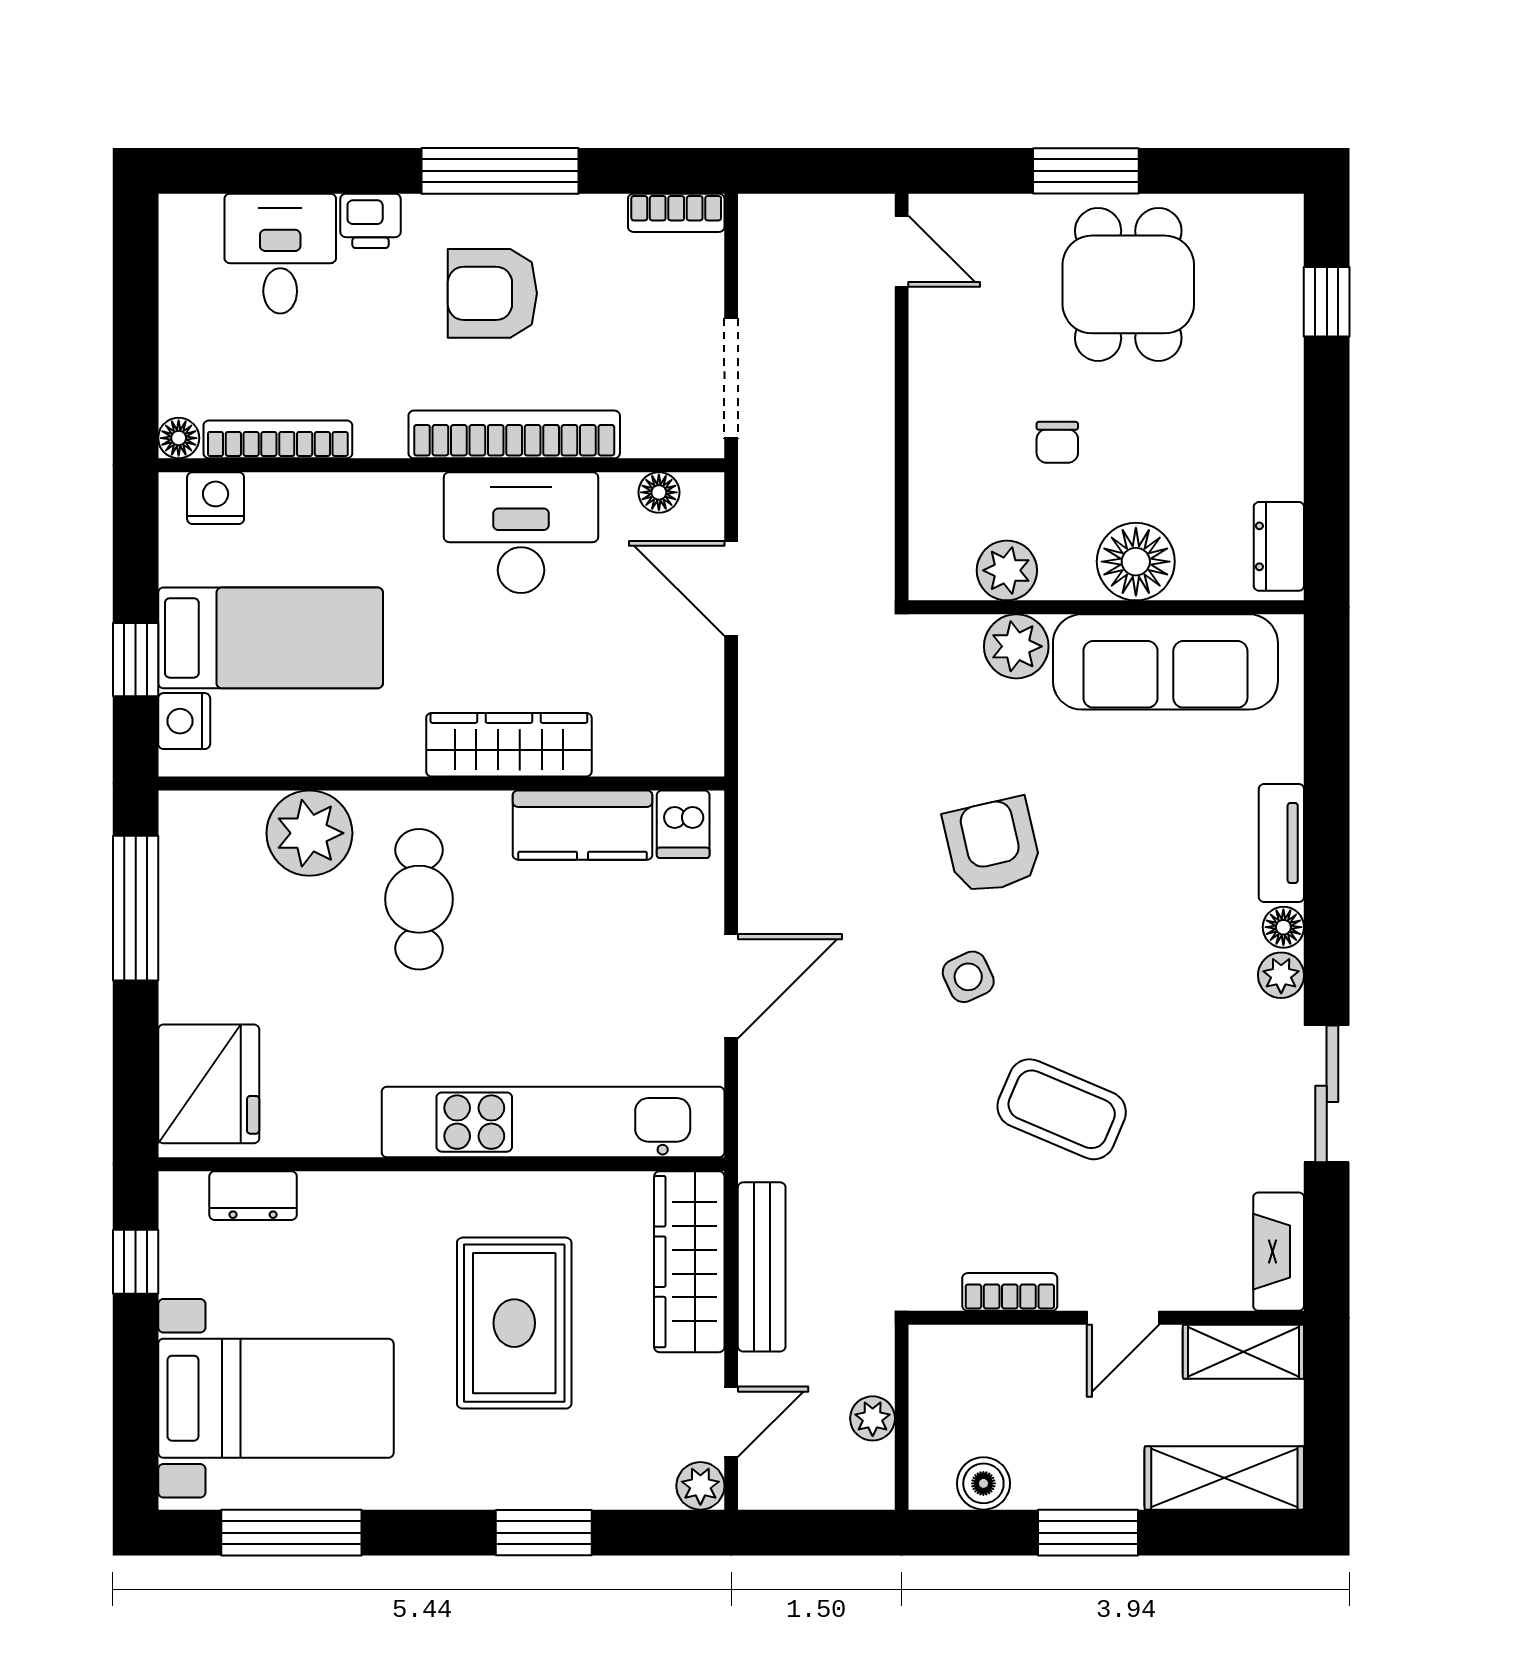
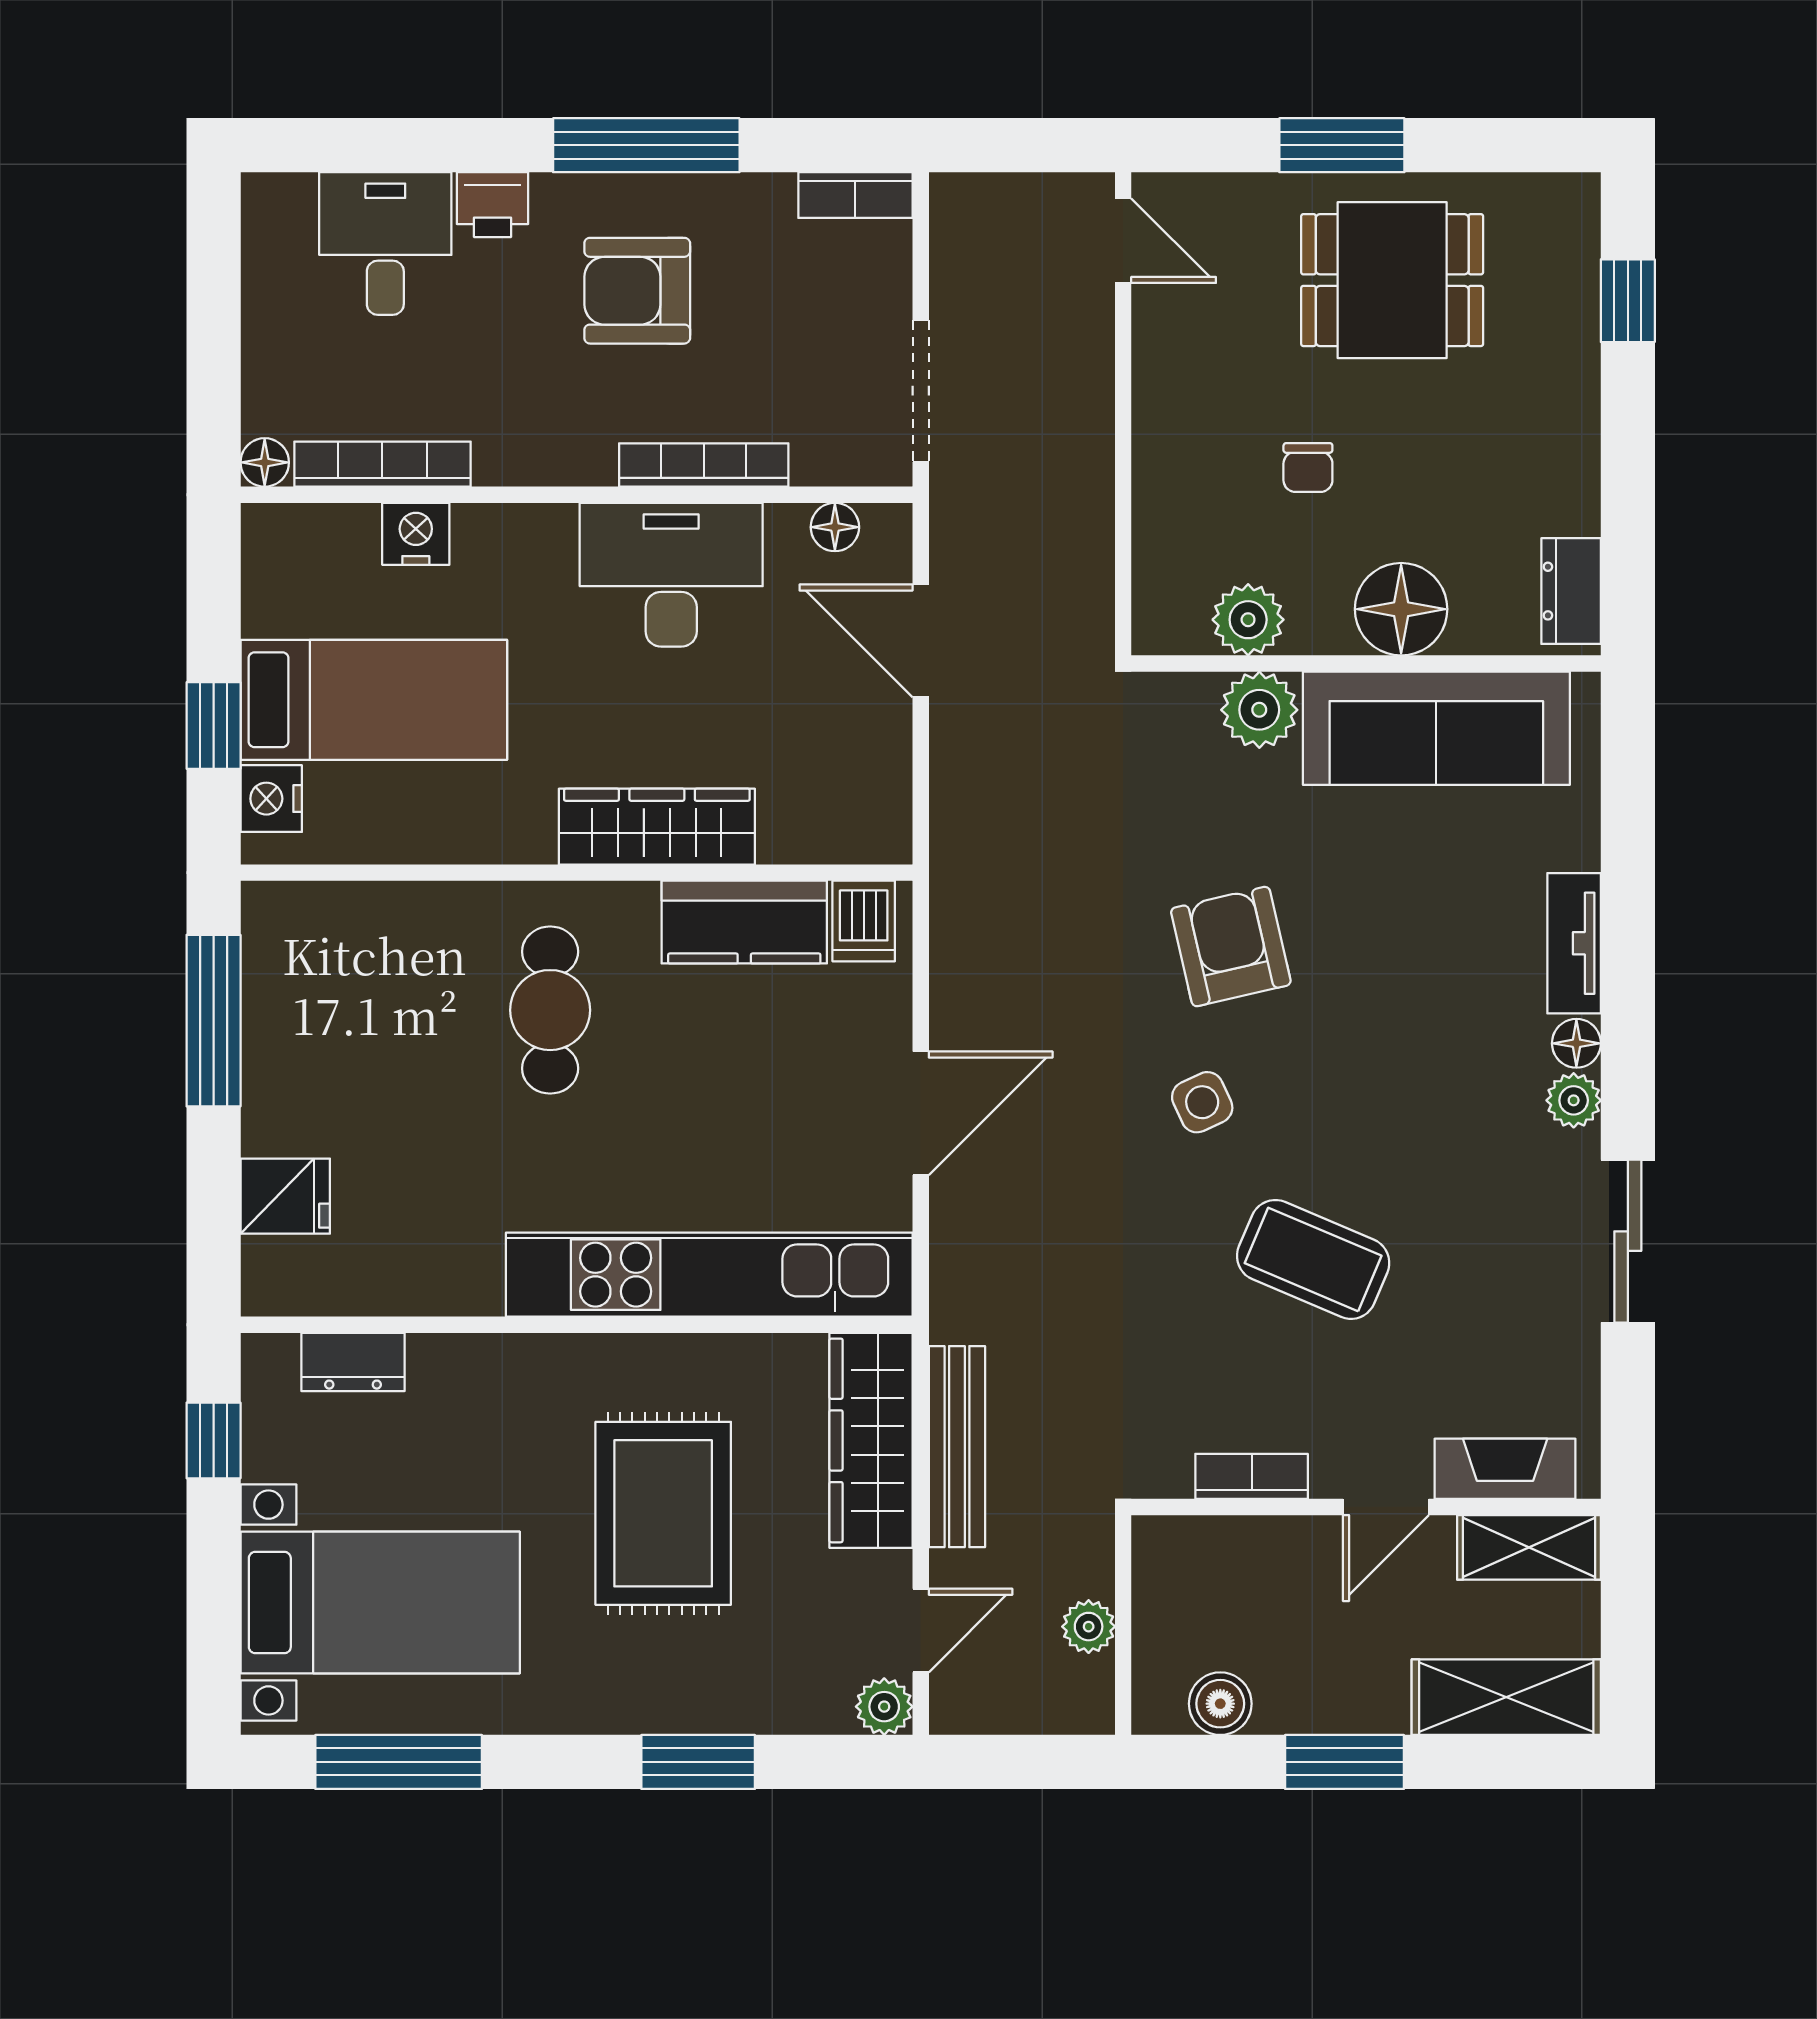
dining table: (1128, 284) -> (1392, 280), turned 90
bookcase: (514, 434) -> (704, 465), width x0.68, depth x0.76
nightstand: (216, 498) -> (416, 534), moved
plant: (309, 833) -> (420, 932), removed
fridge: (209, 1084) -> (285, 1196), width x0.53, depth x0.75
fireplace: (1279, 1252) -> (1505, 1469), moved, turned 90

